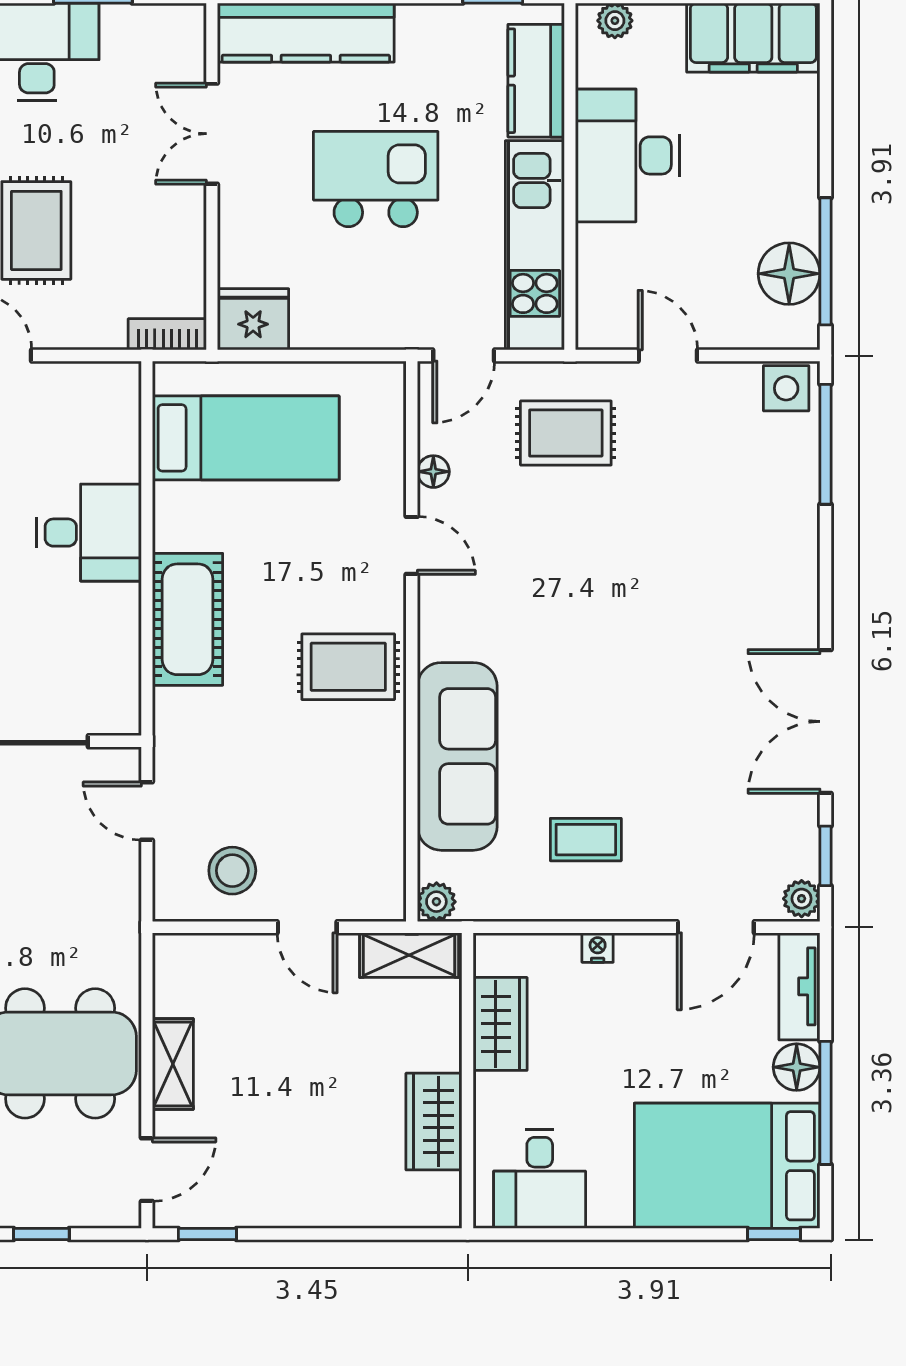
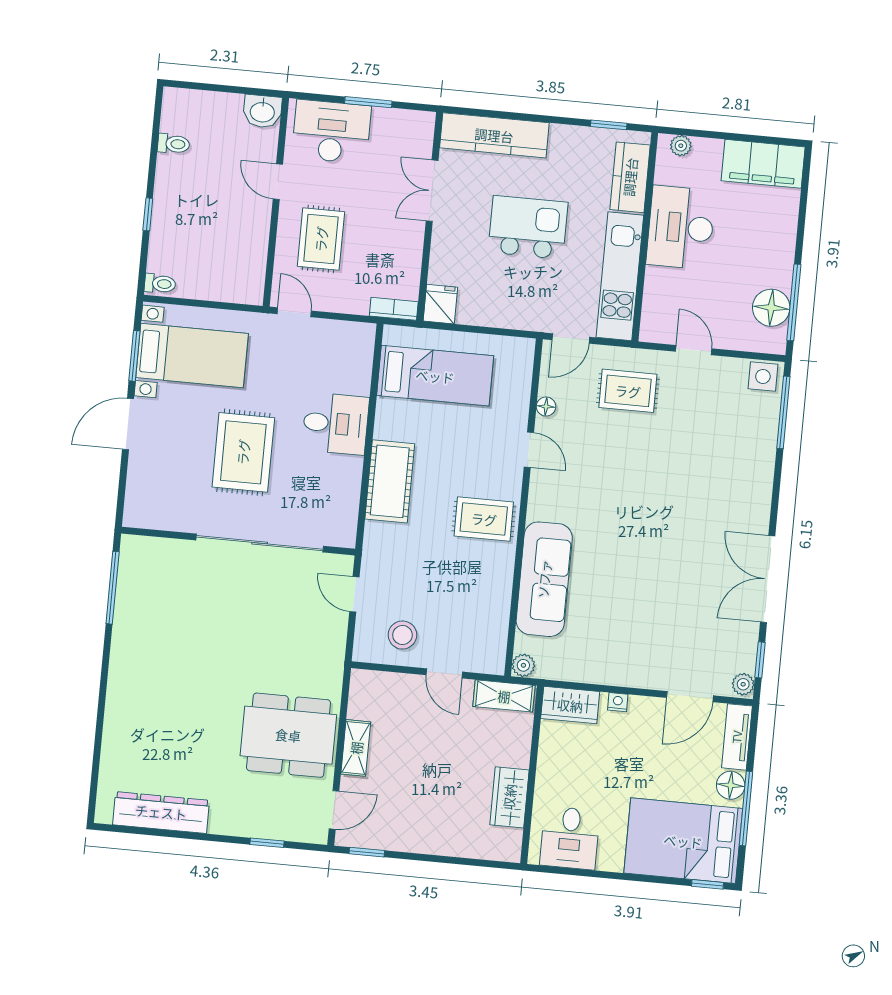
fridge: (253, 319) -> (440, 304), width x0.72
coffee table: (586, 840) -> (617, 636), removed
wardrobe: (500, 1024) -> (570, 705), moved, turned 90

